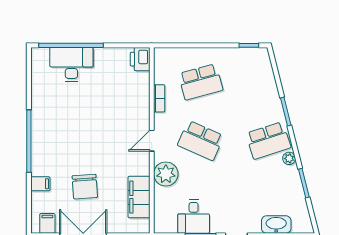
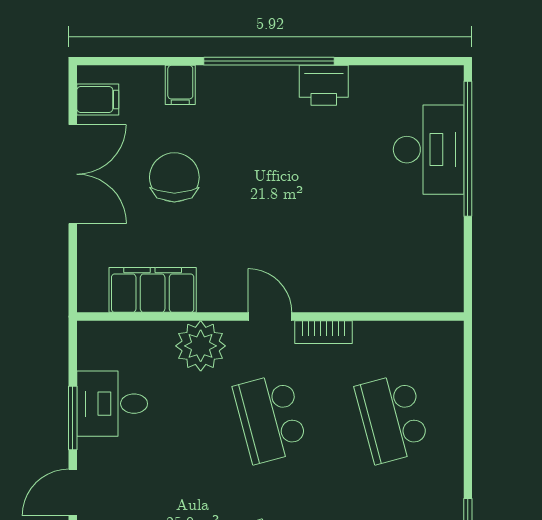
printer: (140, 59) -> (324, 85), moved, turned 180
bookcase: (159, 98) -> (323, 332), moved
school desk: (201, 140) -> (270, 418), turned -39
chair: (85, 187) -> (174, 177), turned 94

